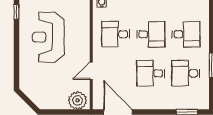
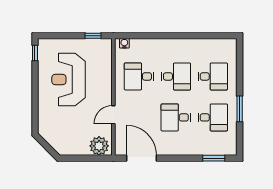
desk: (186, 73) -> (213, 117), turned 180

